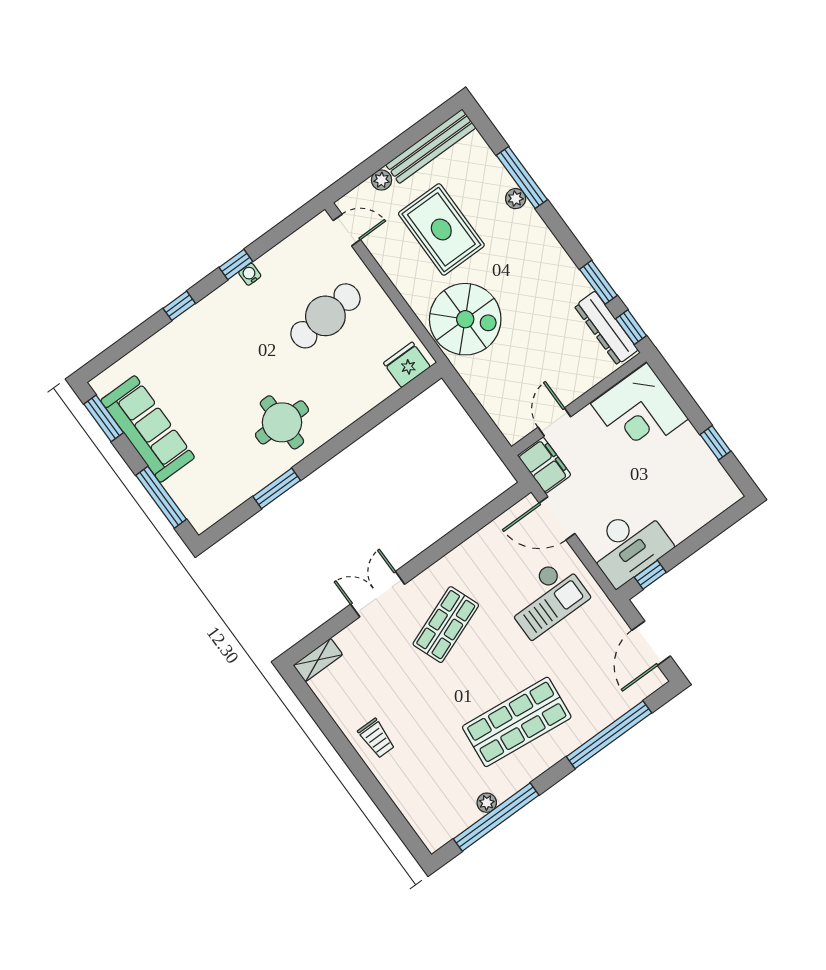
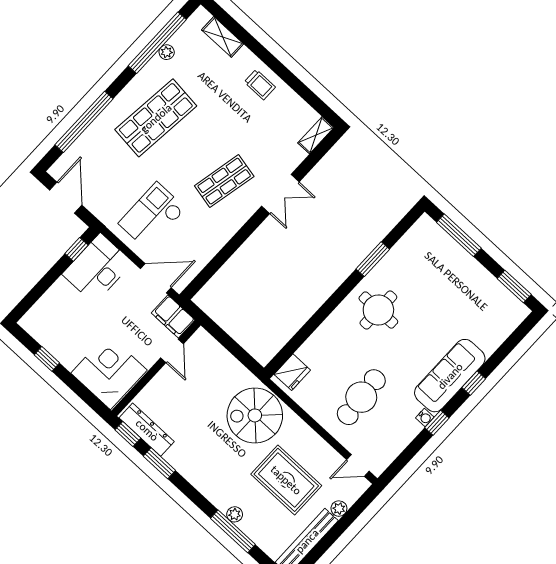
sofa: (148, 429) -> (450, 376), moved, turned 90
shop shelf: (446, 625) -> (224, 181), turned 33
trolley: (376, 738) -> (260, 85), turned 180
shelving: (412, 808) -> (223, 37), added

